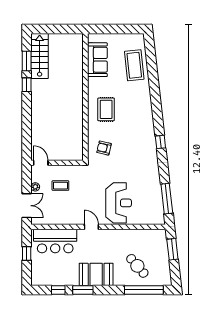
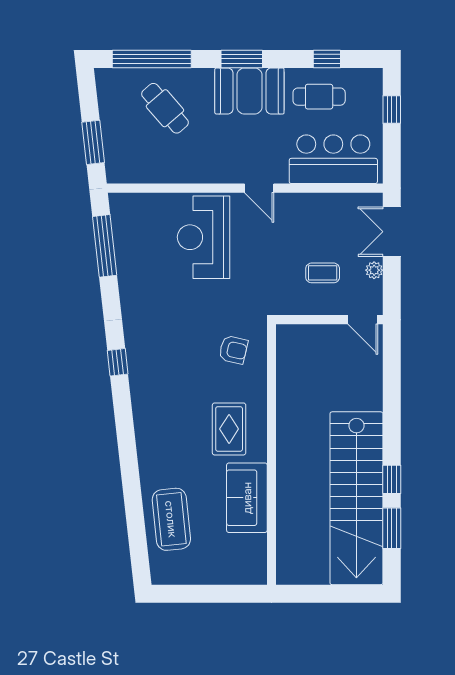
stairs: (40, 56) -> (356, 498), width x1.86, depth x1.51
sofa: (97, 60) -> (247, 498), moved
window: (27, 254) -> (392, 110), moved
cafe table: (62, 272) -> (319, 97), added
window: (83, 290) -> (242, 59), moved

